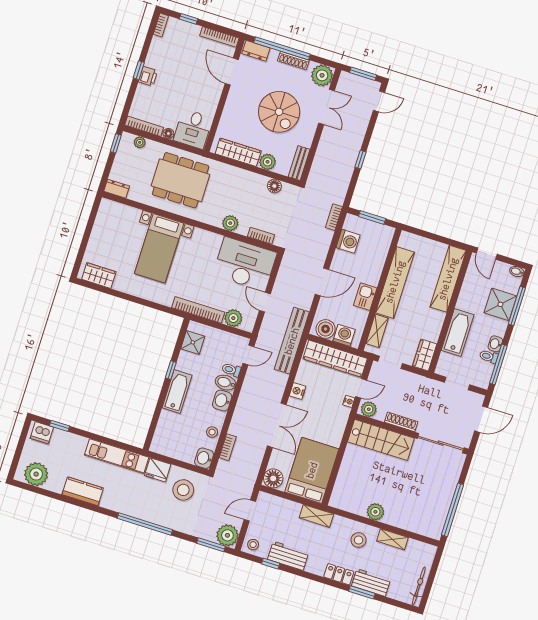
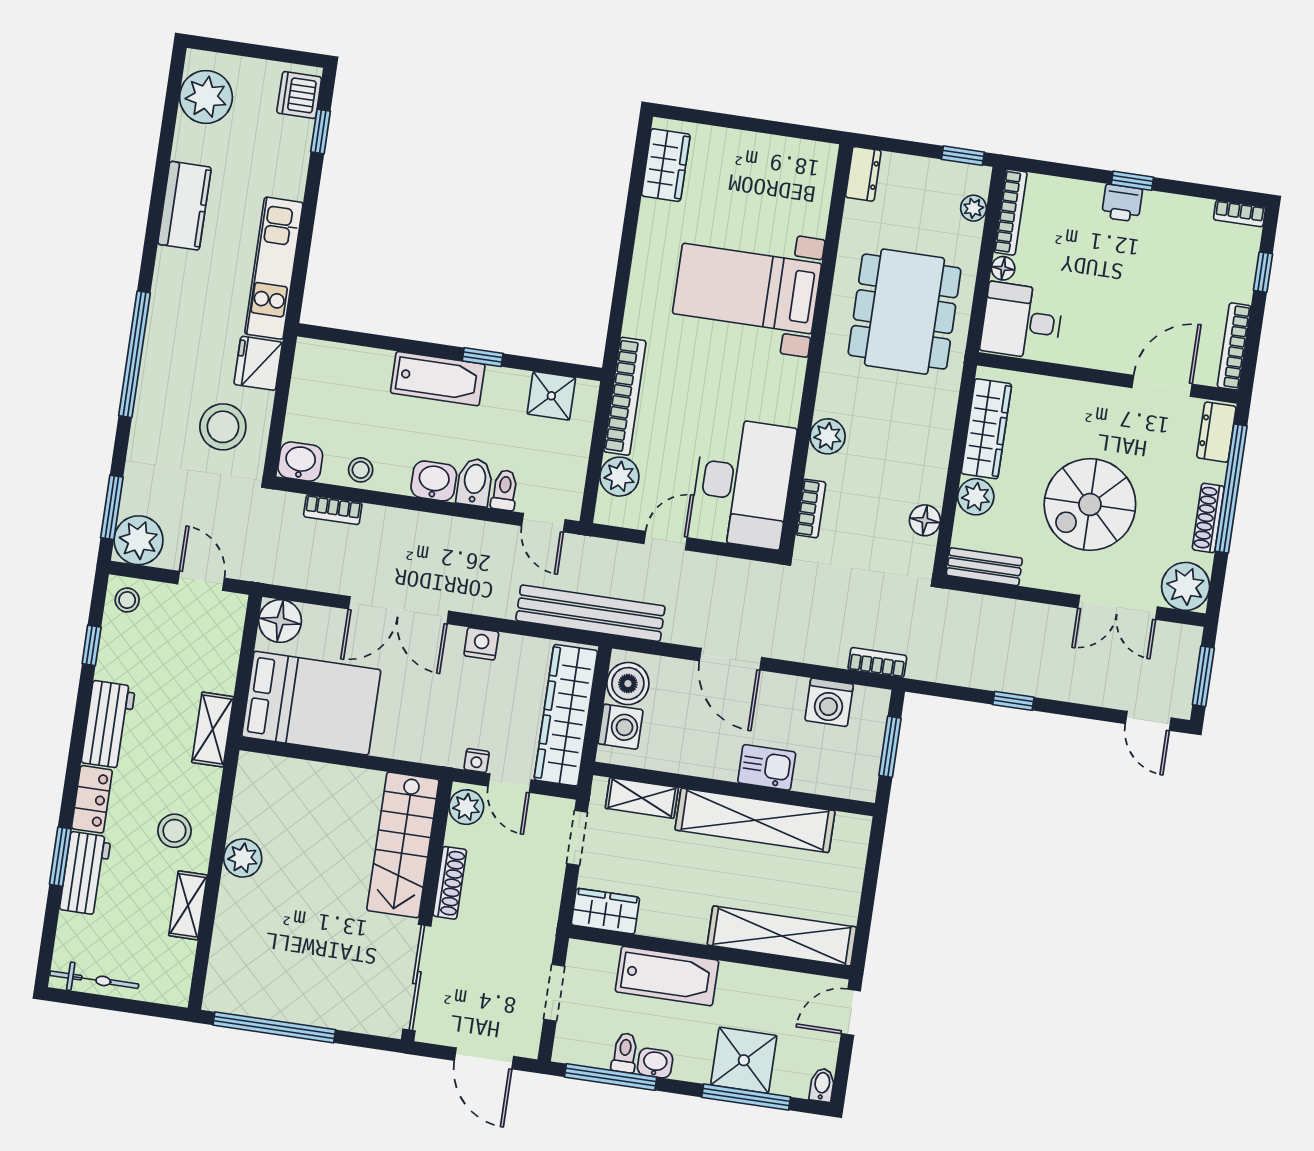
kitchen sink: (365, 297) -> (767, 767), moved
workbench: (288, 556) -> (108, 725), moved

